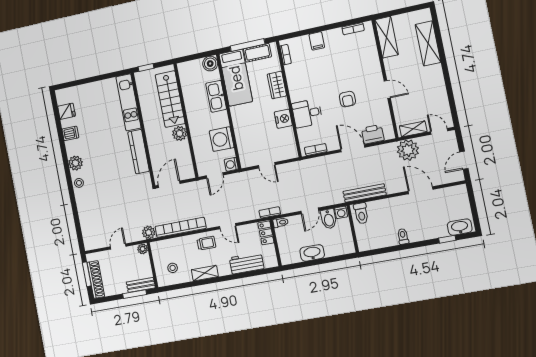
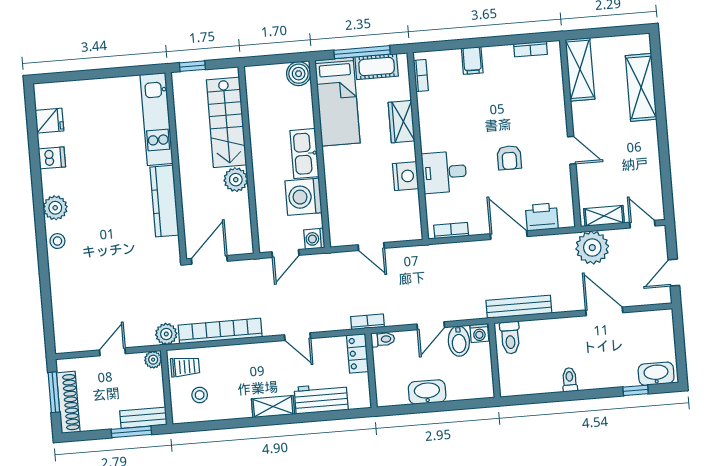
kitchen sink: (216, 96) -> (304, 154), moved
trolley: (206, 243) -> (185, 367), moved
shelving: (205, 273) -> (273, 407), moved

